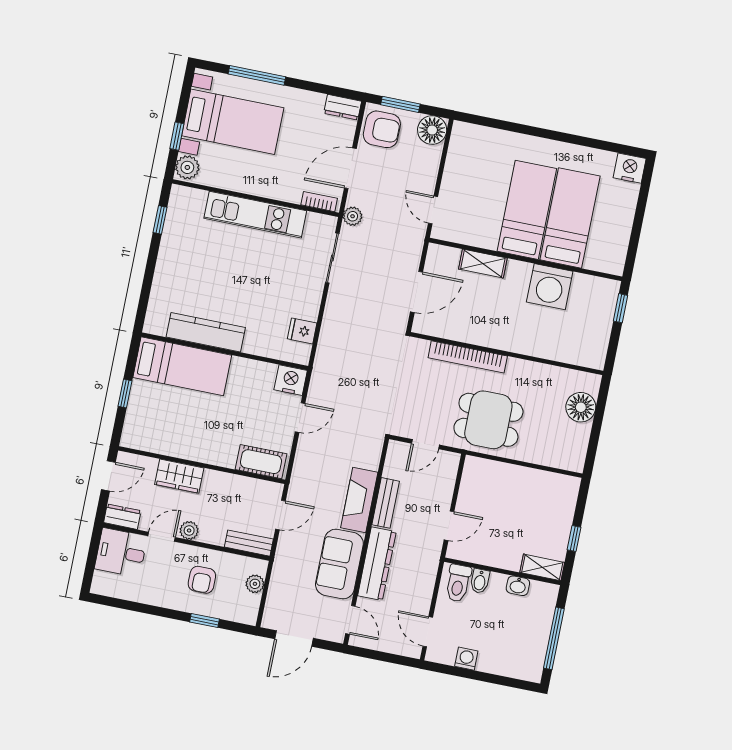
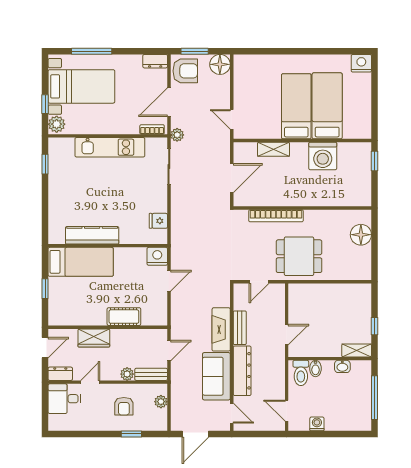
cot: (261, 462) -> (124, 317), moved
plant: (189, 530) -> (127, 374), moved

